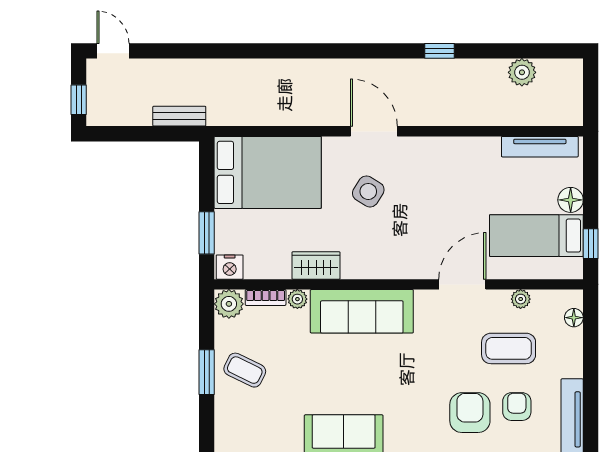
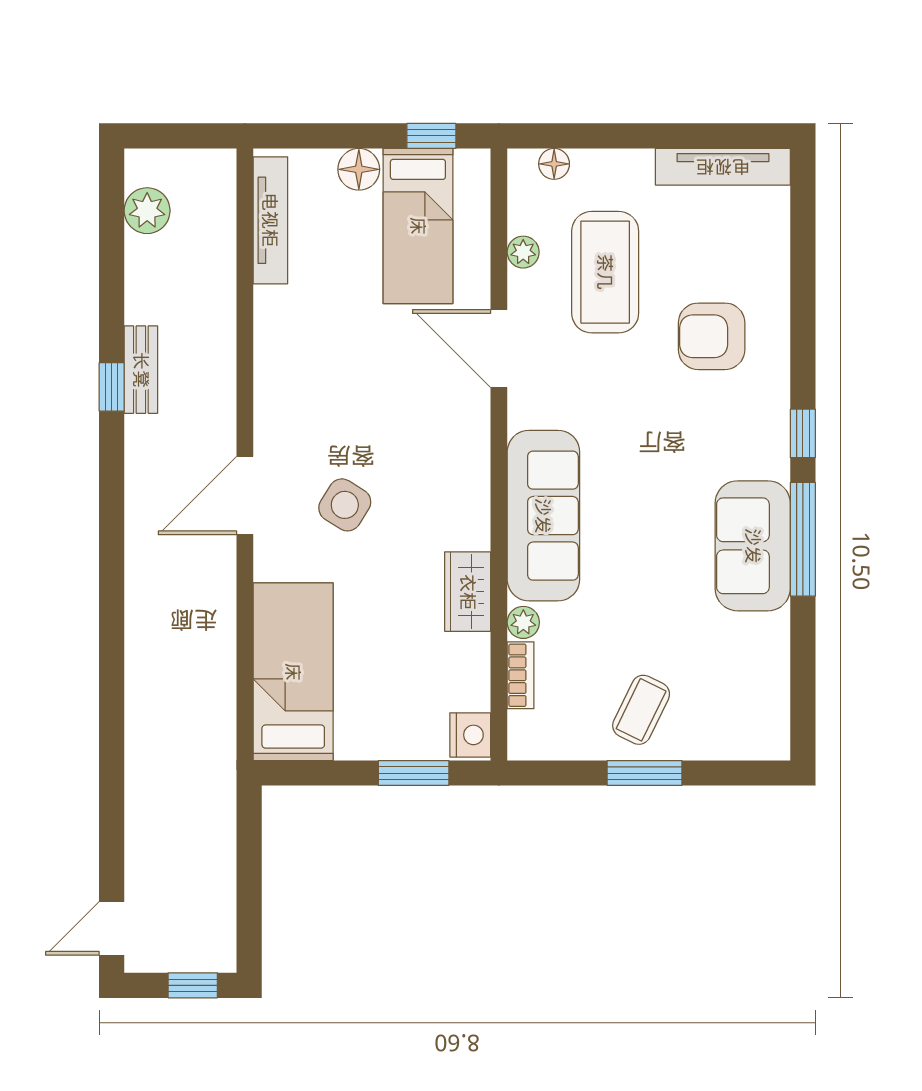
plant: (522, 72) -> (147, 211), moved
bench: (179, 116) -> (141, 370), moved
bed: (268, 172) -> (293, 672), width x0.67
plant: (229, 304) -> (531, 736), removed
coffee table: (509, 348) -> (605, 272), width x1.36, depth x1.32
armchair: (517, 407) -> (702, 258), removed

